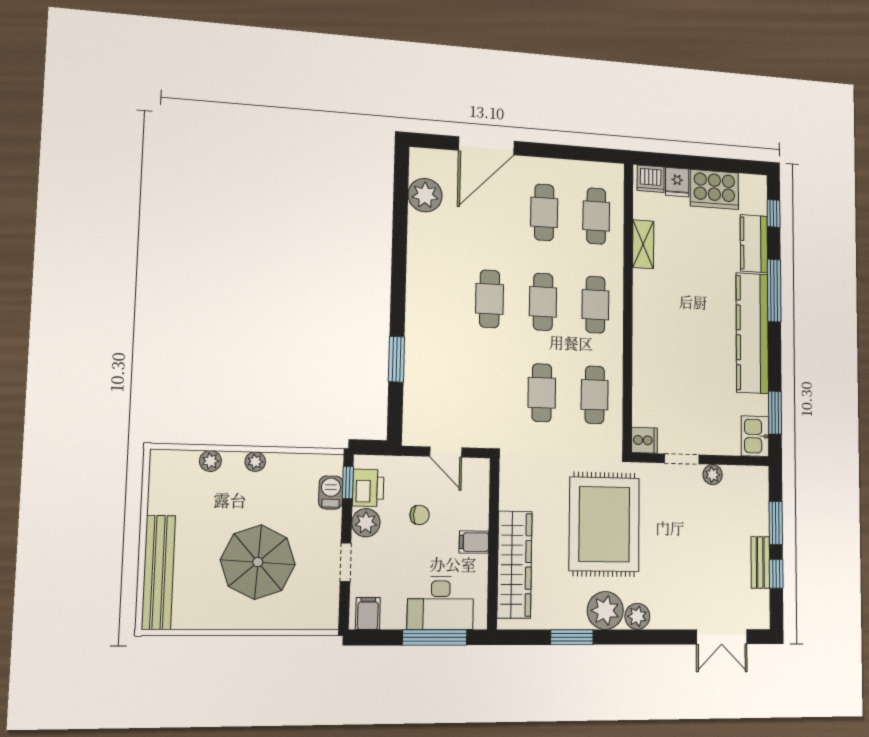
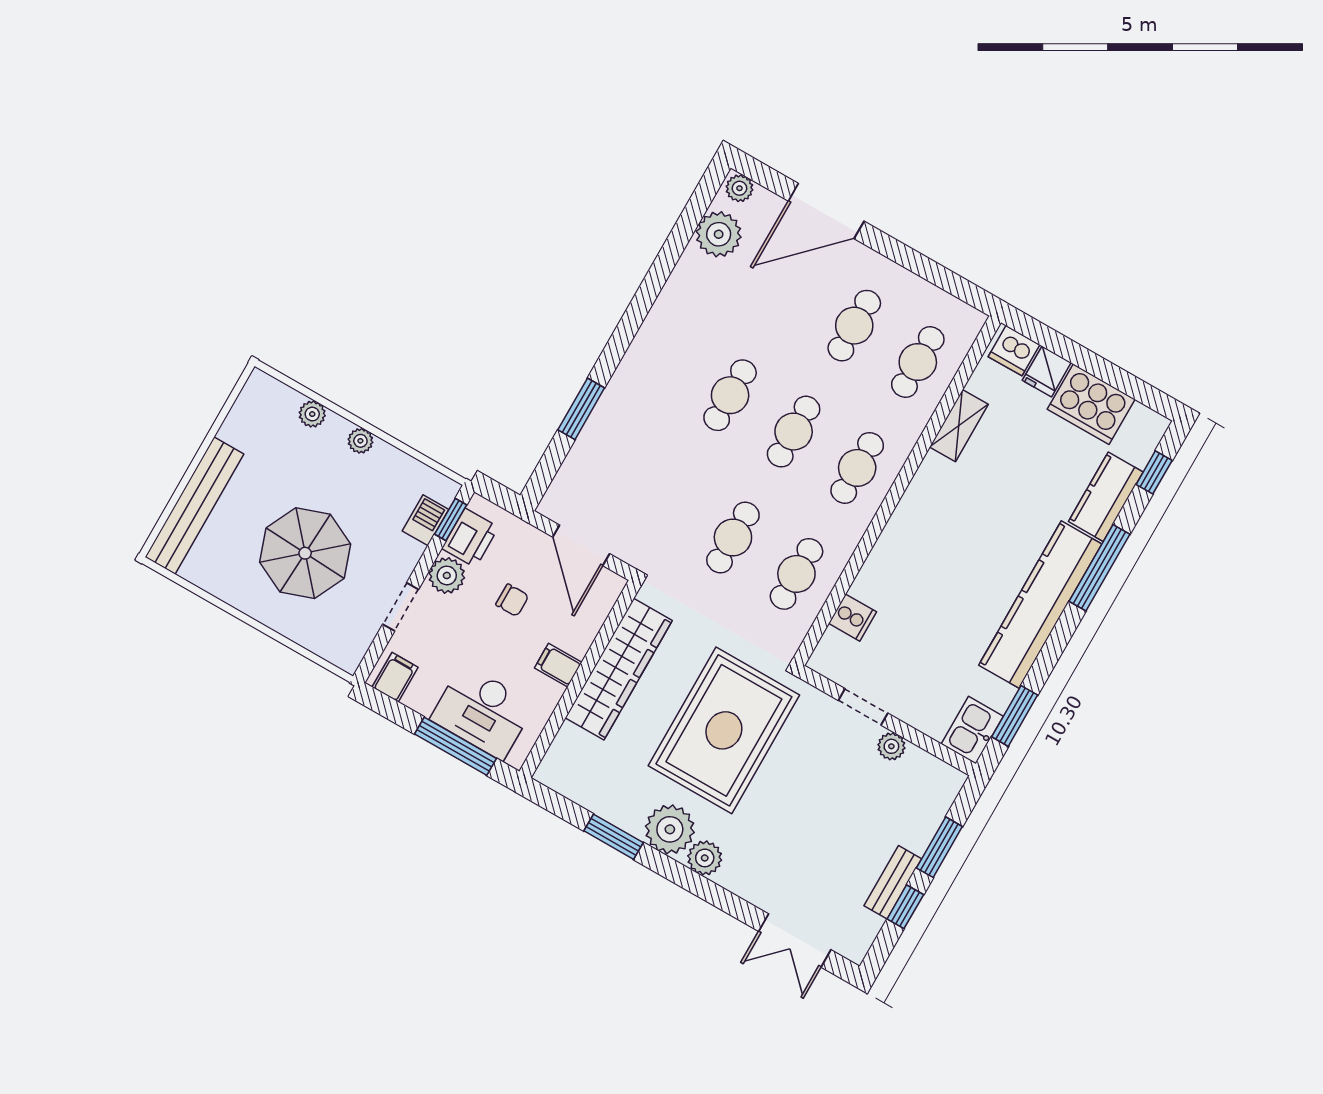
plant: (422, 158) -> (739, 188), added
cooker: (644, 440) -> (853, 618), moved
door: (446, 452) -> (581, 545), width x1.38
wardrobe: (514, 565) -> (619, 669), moved

